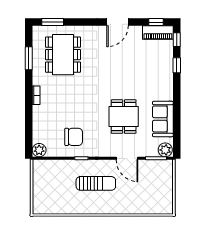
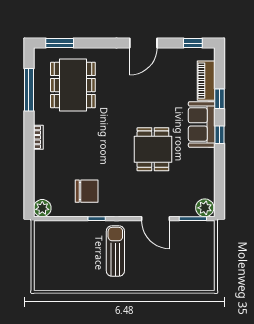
piano: (158, 32) -> (206, 81), moved, turned 90
window: (177, 40) -> (220, 135), moved
window: (29, 58) -> (29, 90), width x1.44
dining table: (124, 117) -> (153, 149), moved
sofa: (163, 119) -> (202, 124), moved
sun lounger: (96, 183) -> (115, 251), turned -90

